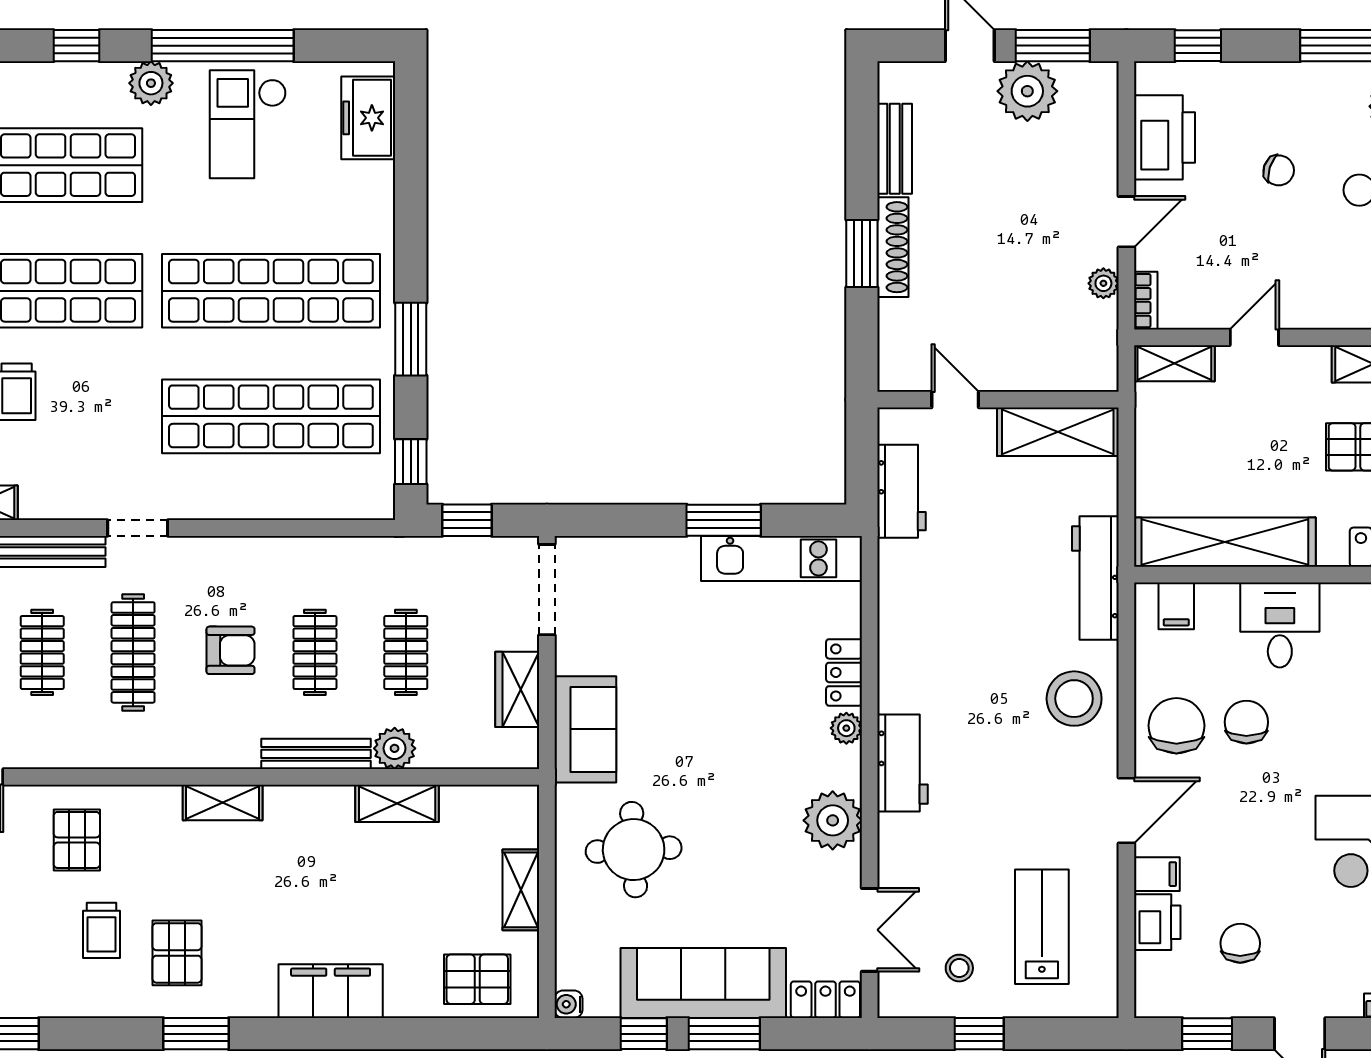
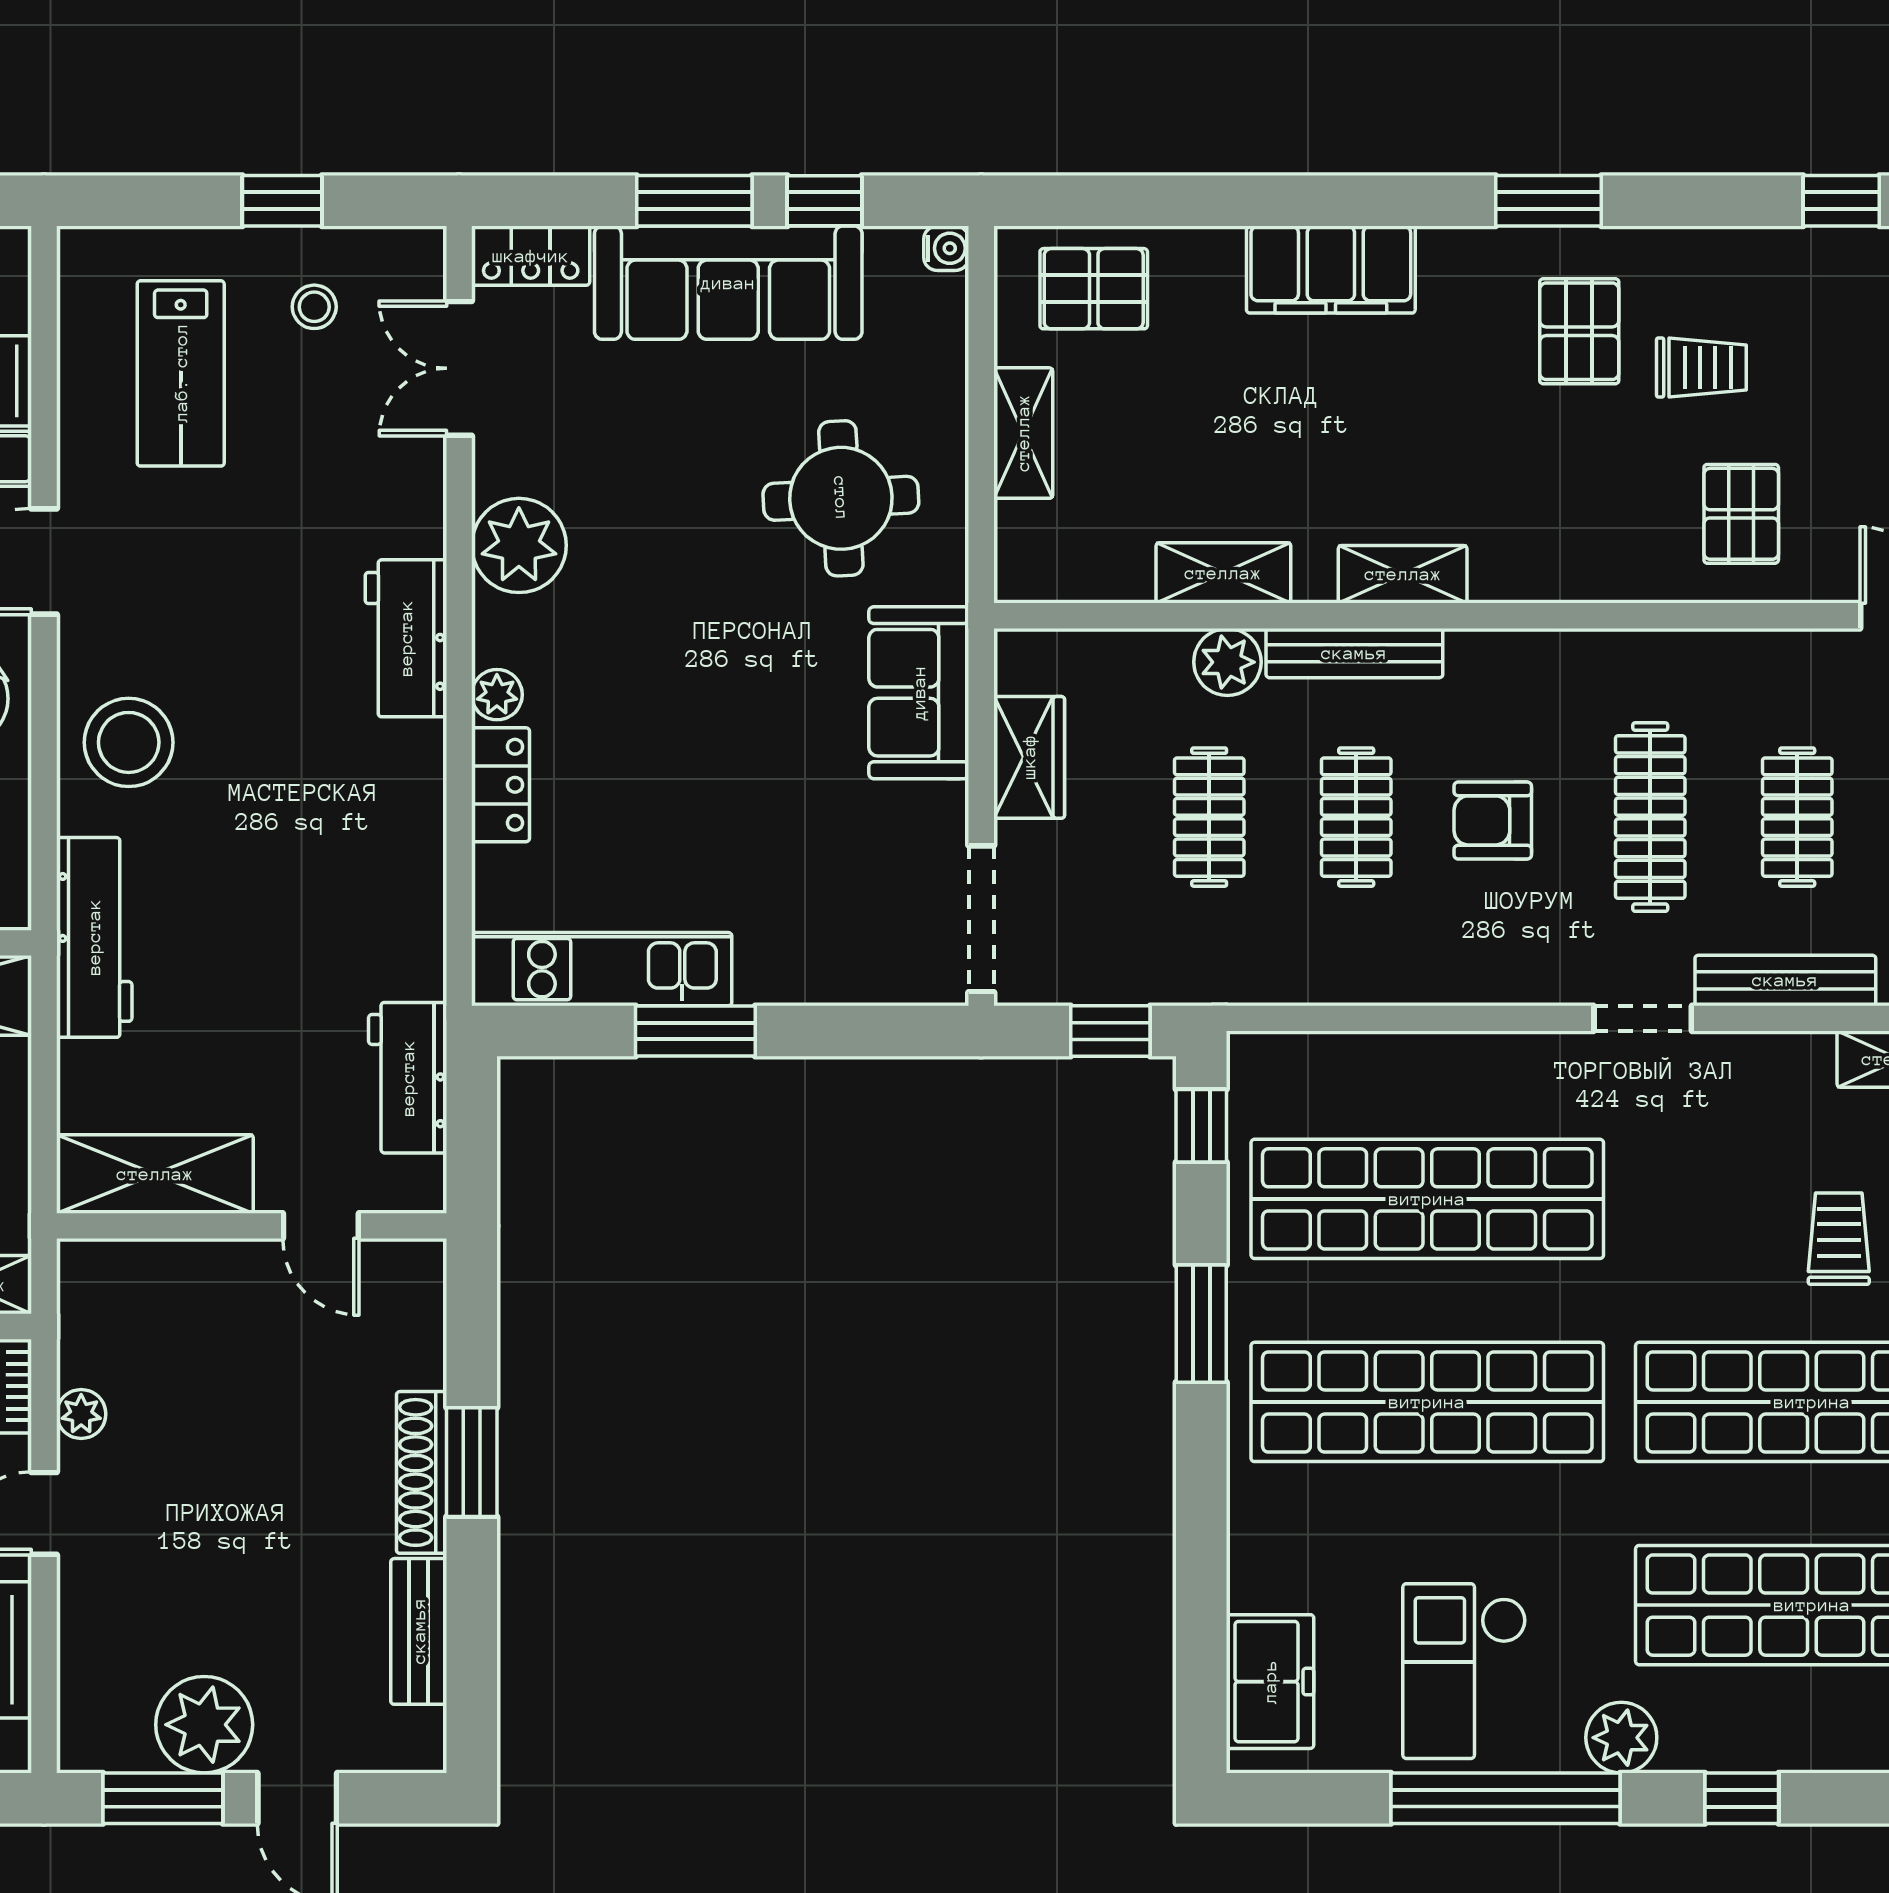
checkout: (248, 124) -> (1464, 1671), turned 180
shelving: (223, 803) -> (1403, 574), moved
trolley: (101, 930) -> (1701, 368), turned 90

